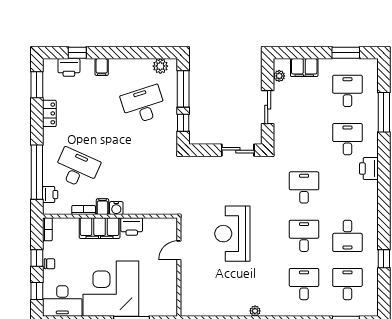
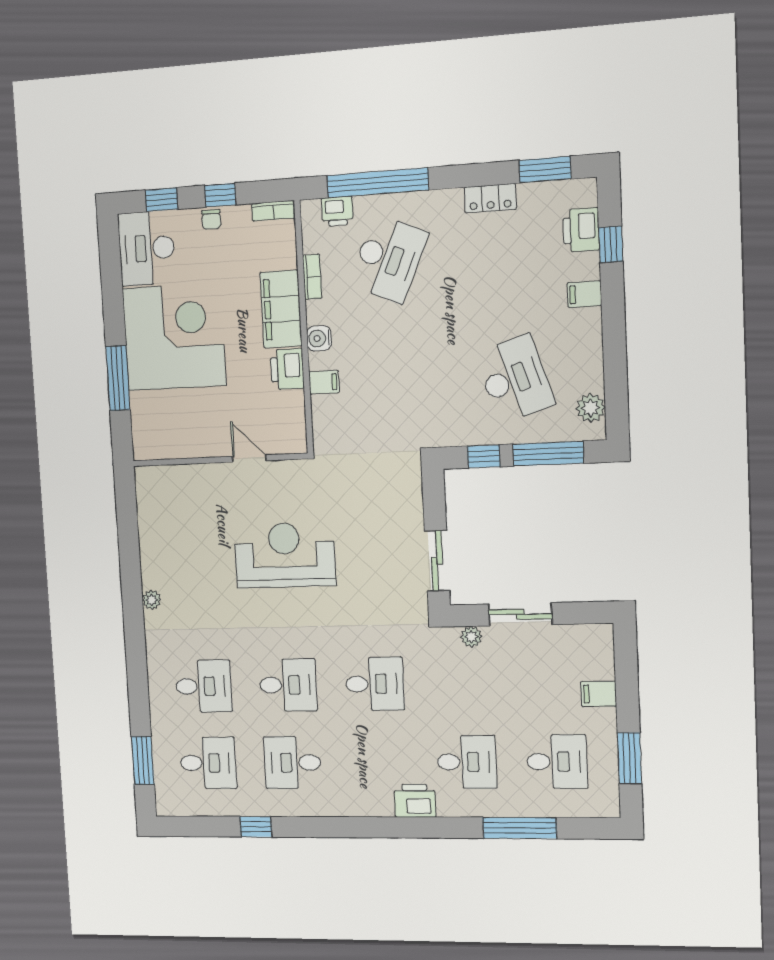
filing cabinet: (304, 68) -> (599, 694), width x0.50
plant: (279, 76) -> (471, 637), moved
filing cabinet: (102, 207) -> (324, 382), moved

